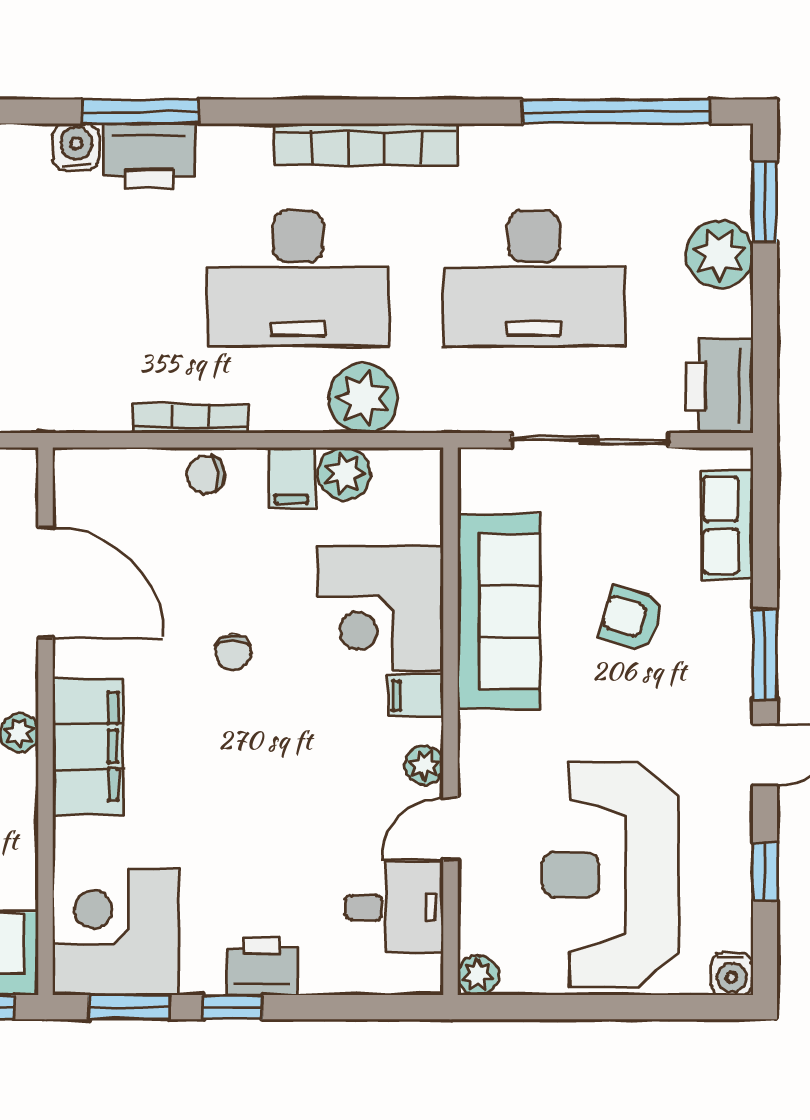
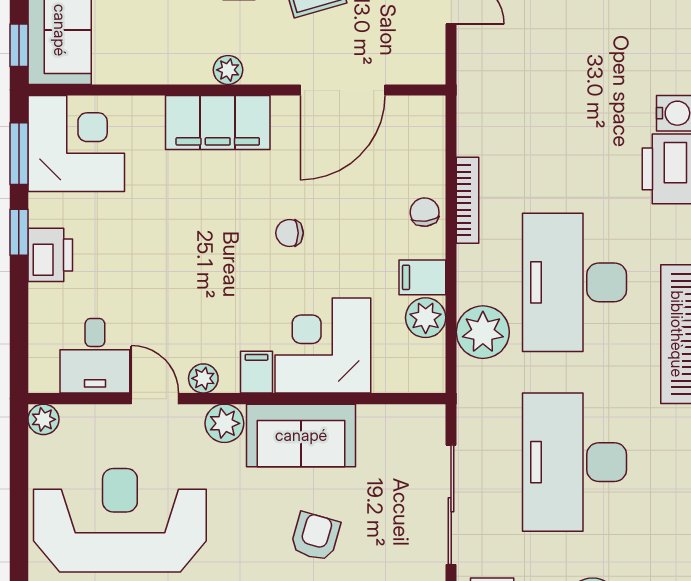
sofa: (499, 611) -> (301, 435), width x0.73
plant: (483, 738) -> (224, 423), added

